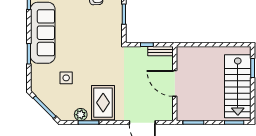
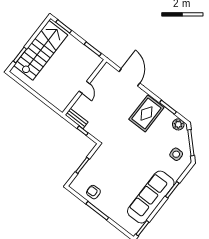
side table: (66, 78) -> (176, 154), moved
door: (175, 83) -> (84, 87), width x0.53
plant: (81, 115) -> (178, 124), moved

